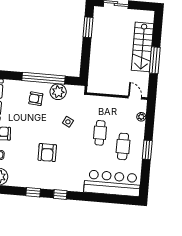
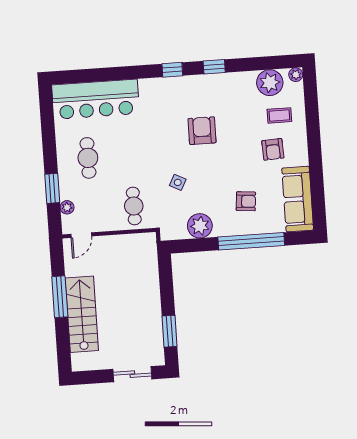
window: (43, 78) -> (251, 241), moved
door: (135, 98) -> (81, 235), hinge flipped
armchair: (36, 99) -> (246, 201), moved
cafe table: (100, 133) -> (134, 206), moved
window: (147, 150) -> (52, 188), moved

